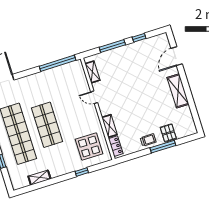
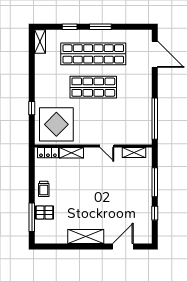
door: (177, 56) -> (123, 247), hinge flipped
door: (94, 97) -> (107, 146), swing flipped
display table: (89, 147) -> (56, 124), width x1.36, depth x1.36
window: (163, 147) -> (32, 217), moved
shelving: (39, 178) -> (40, 42), moved

